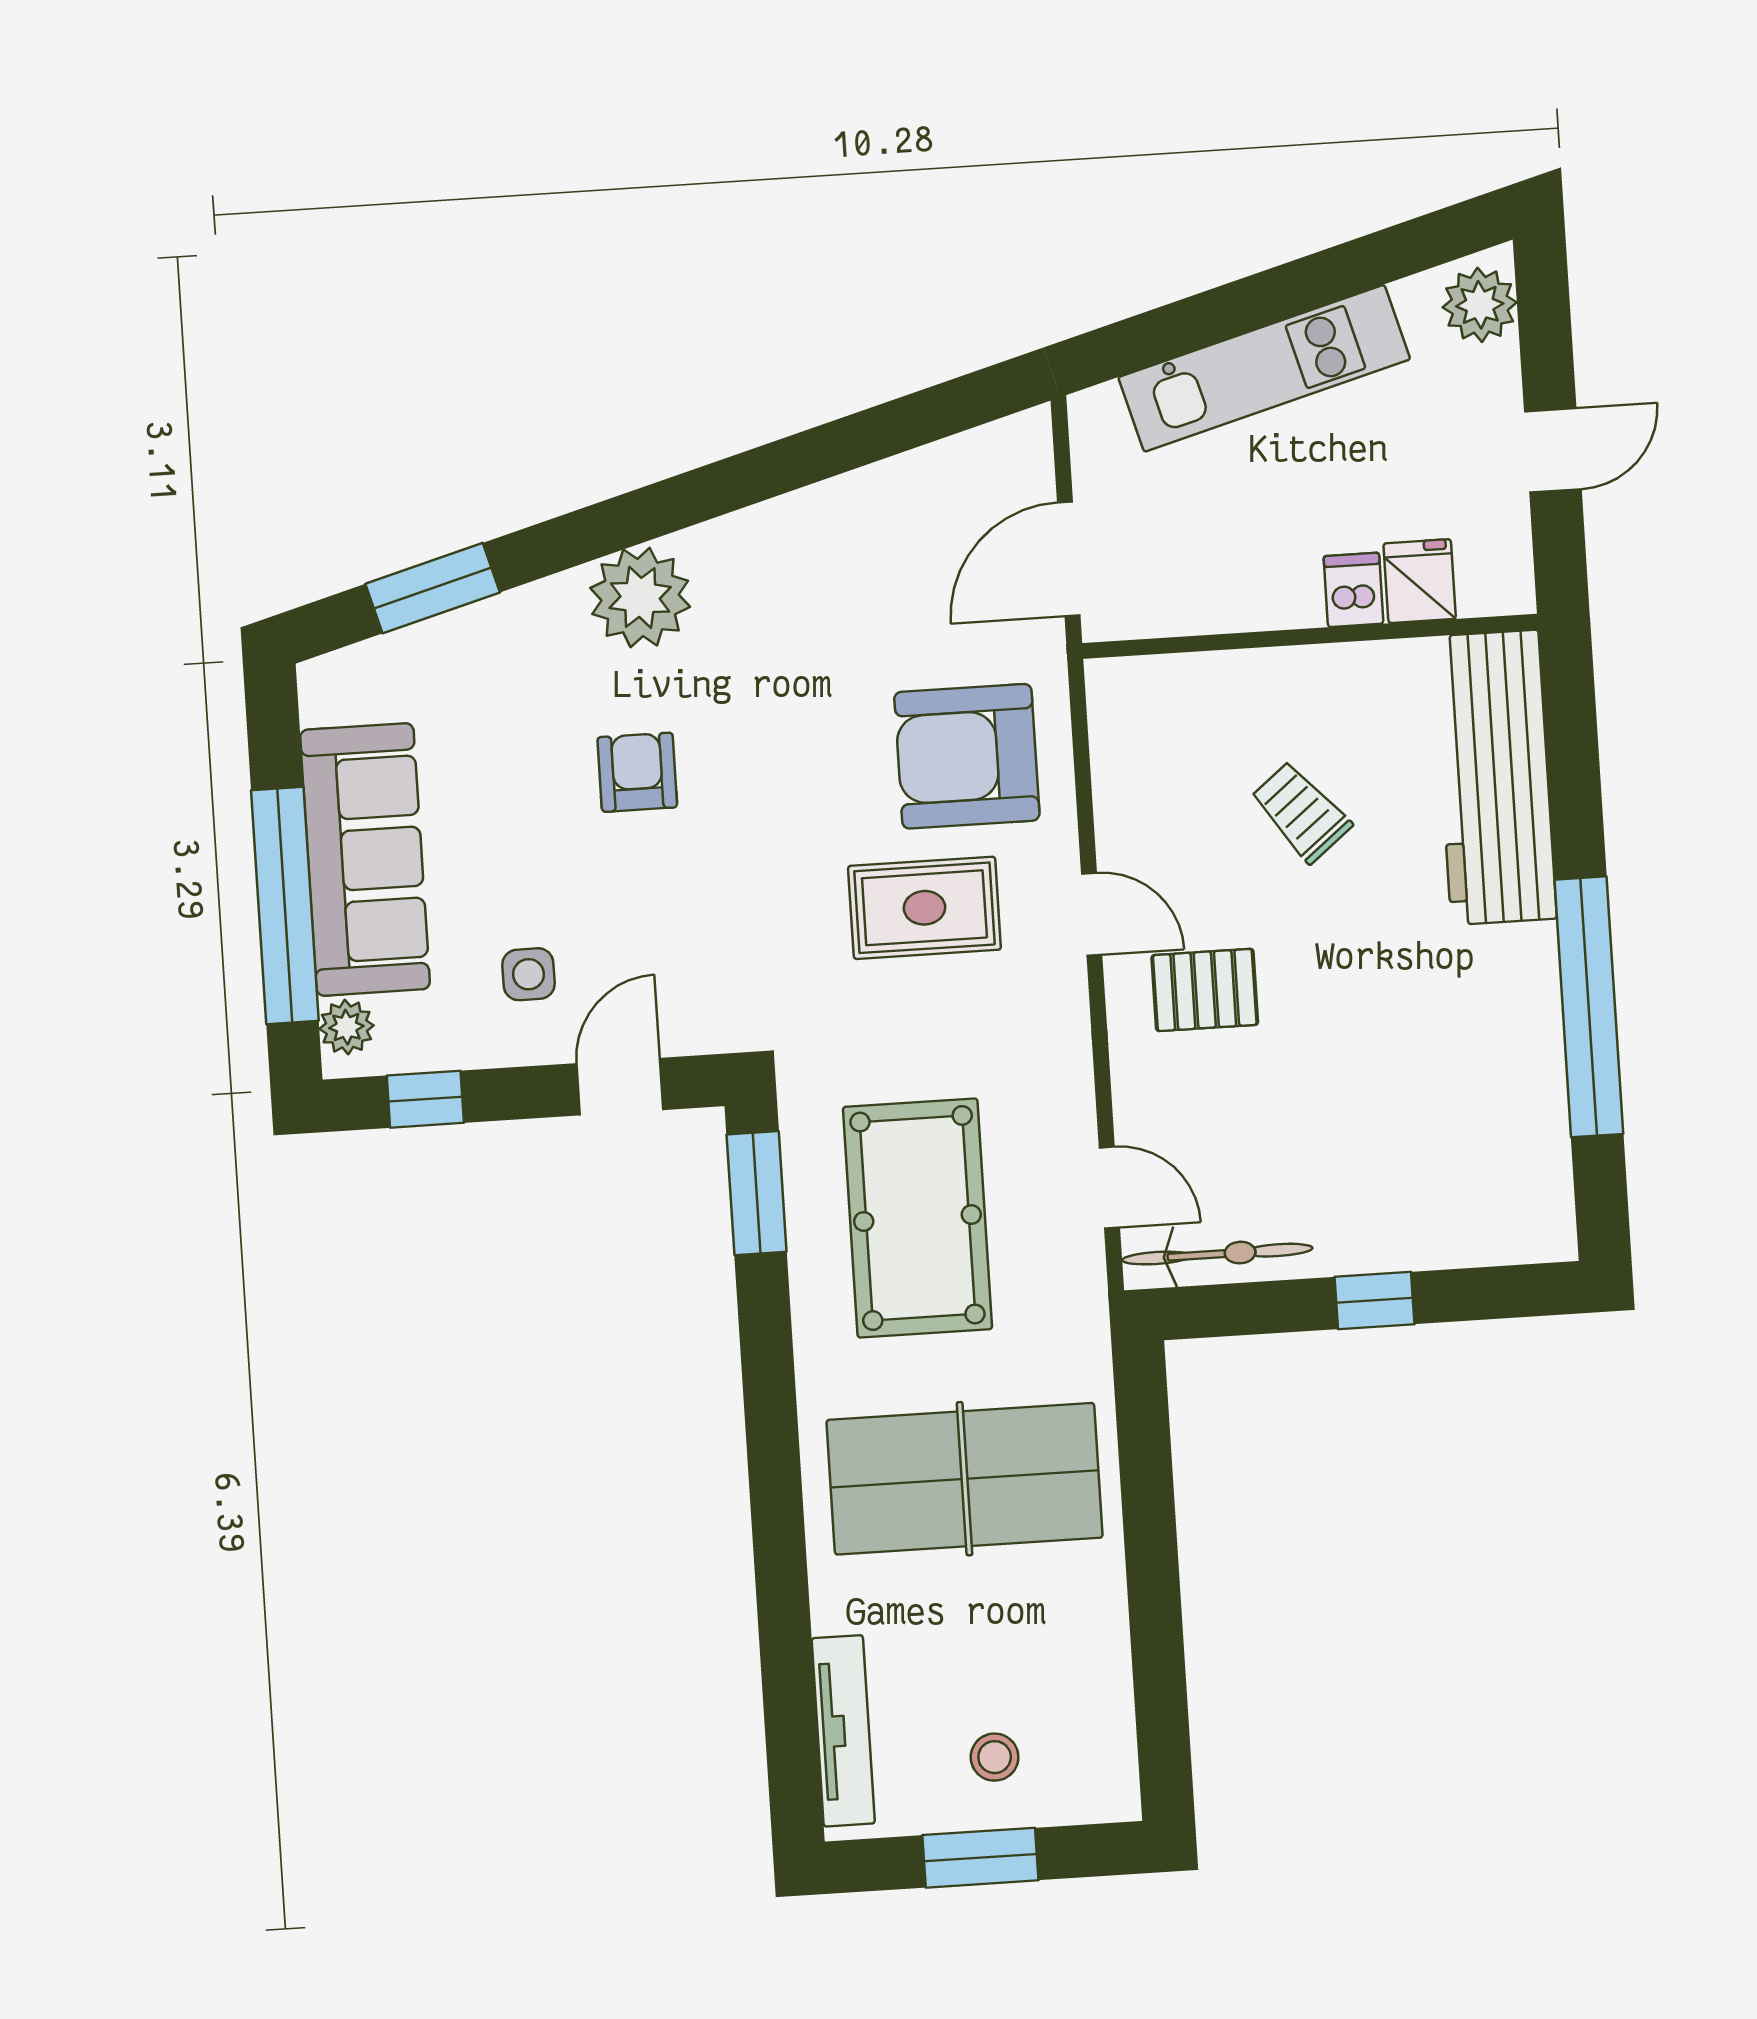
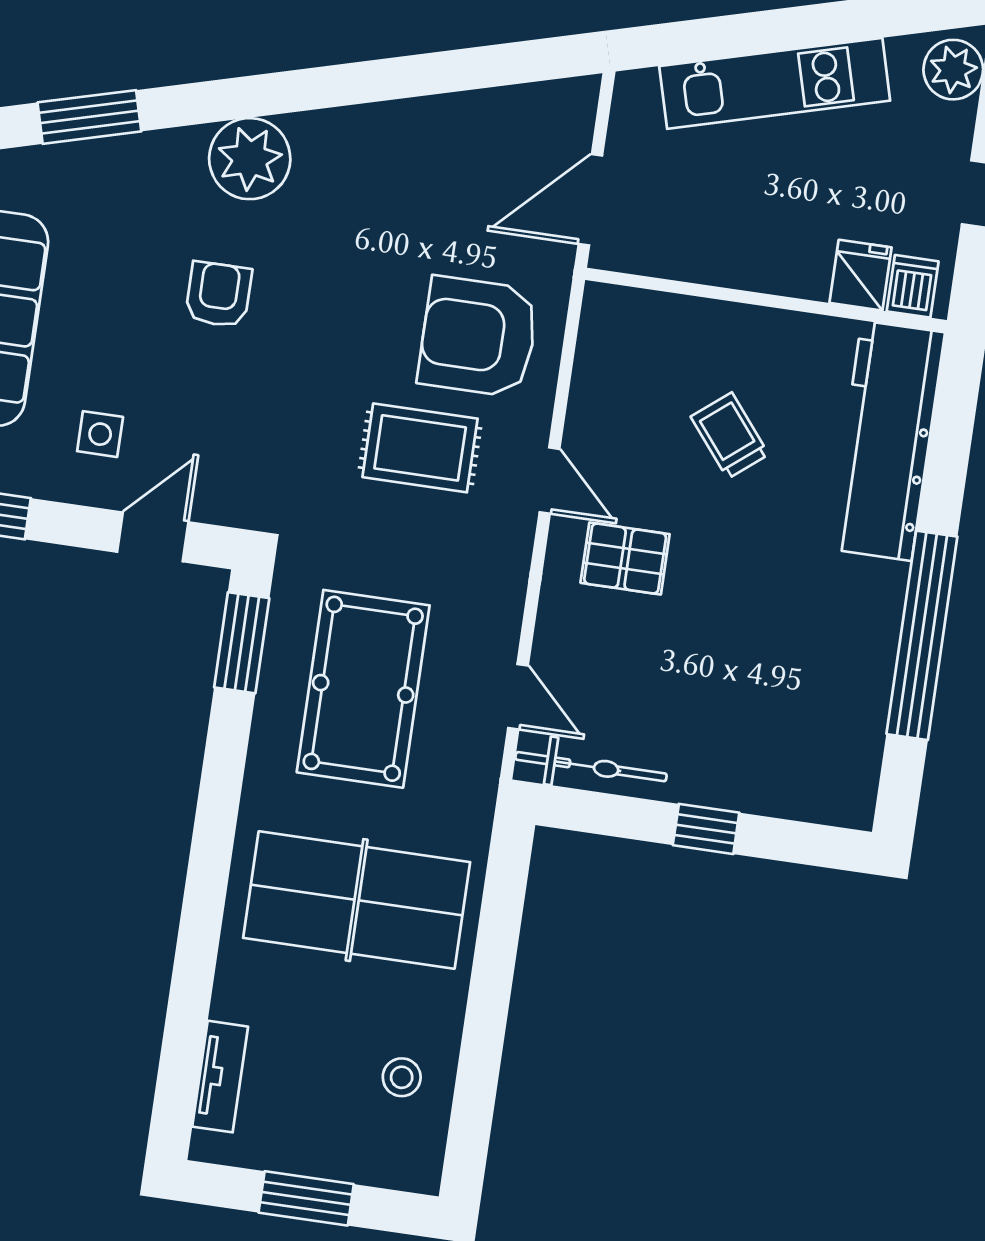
dishwasher: (1353, 590) -> (913, 286), moved
tv unit: (843, 1731) -> (220, 1077), width x0.71
stool: (995, 1757) -> (402, 1077), moved

